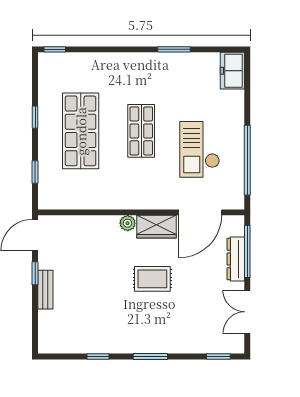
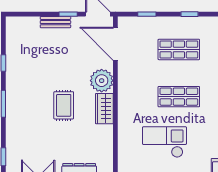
shop shelf: (81, 131) -> (179, 49), width x0.70, depth x0.74
door: (200, 212) -> (115, 44), moved
plant: (128, 223) -> (102, 81), width x1.87, depth x1.87

